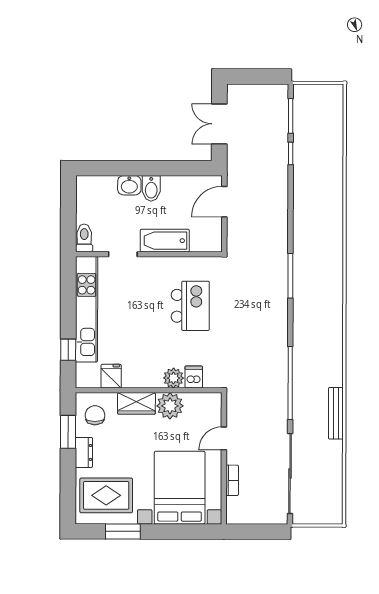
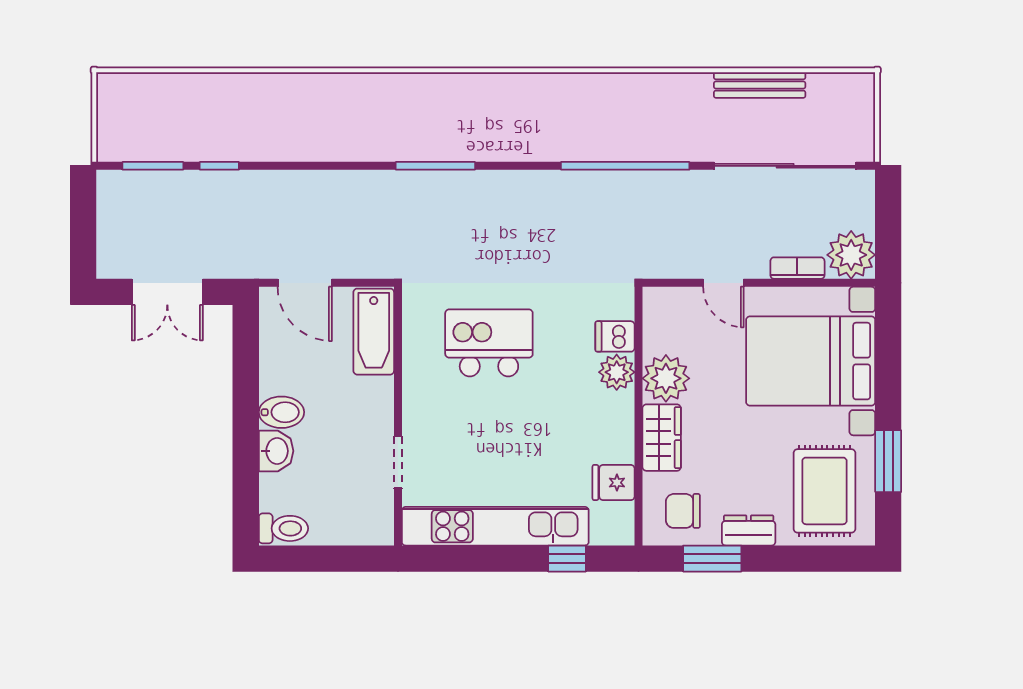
toilet: (84, 238) -> (283, 528), moved, turned 180
bathtub: (165, 241) -> (374, 332), moved
bench: (336, 413) -> (760, 85), moved
plant: (240, 511) -> (851, 255), added

